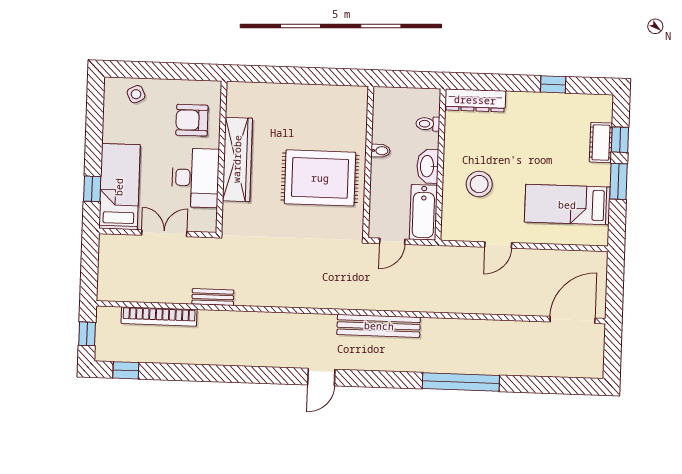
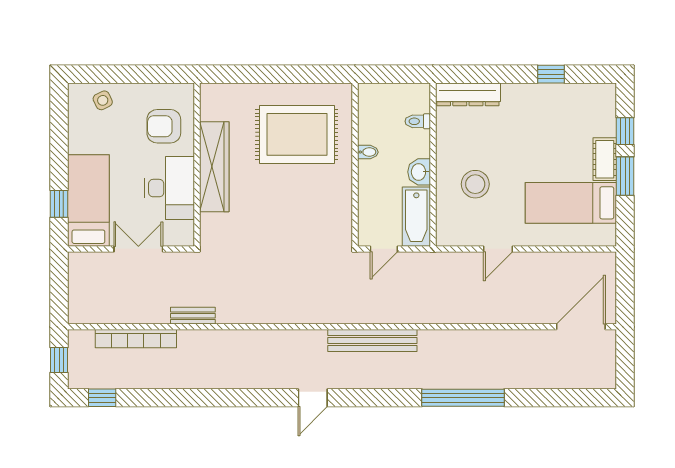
cot: (601, 143) -> (605, 159), moved
washbasin: (428, 166) -> (419, 172), width x0.72
rug: (320, 178) -> (297, 134), moved

